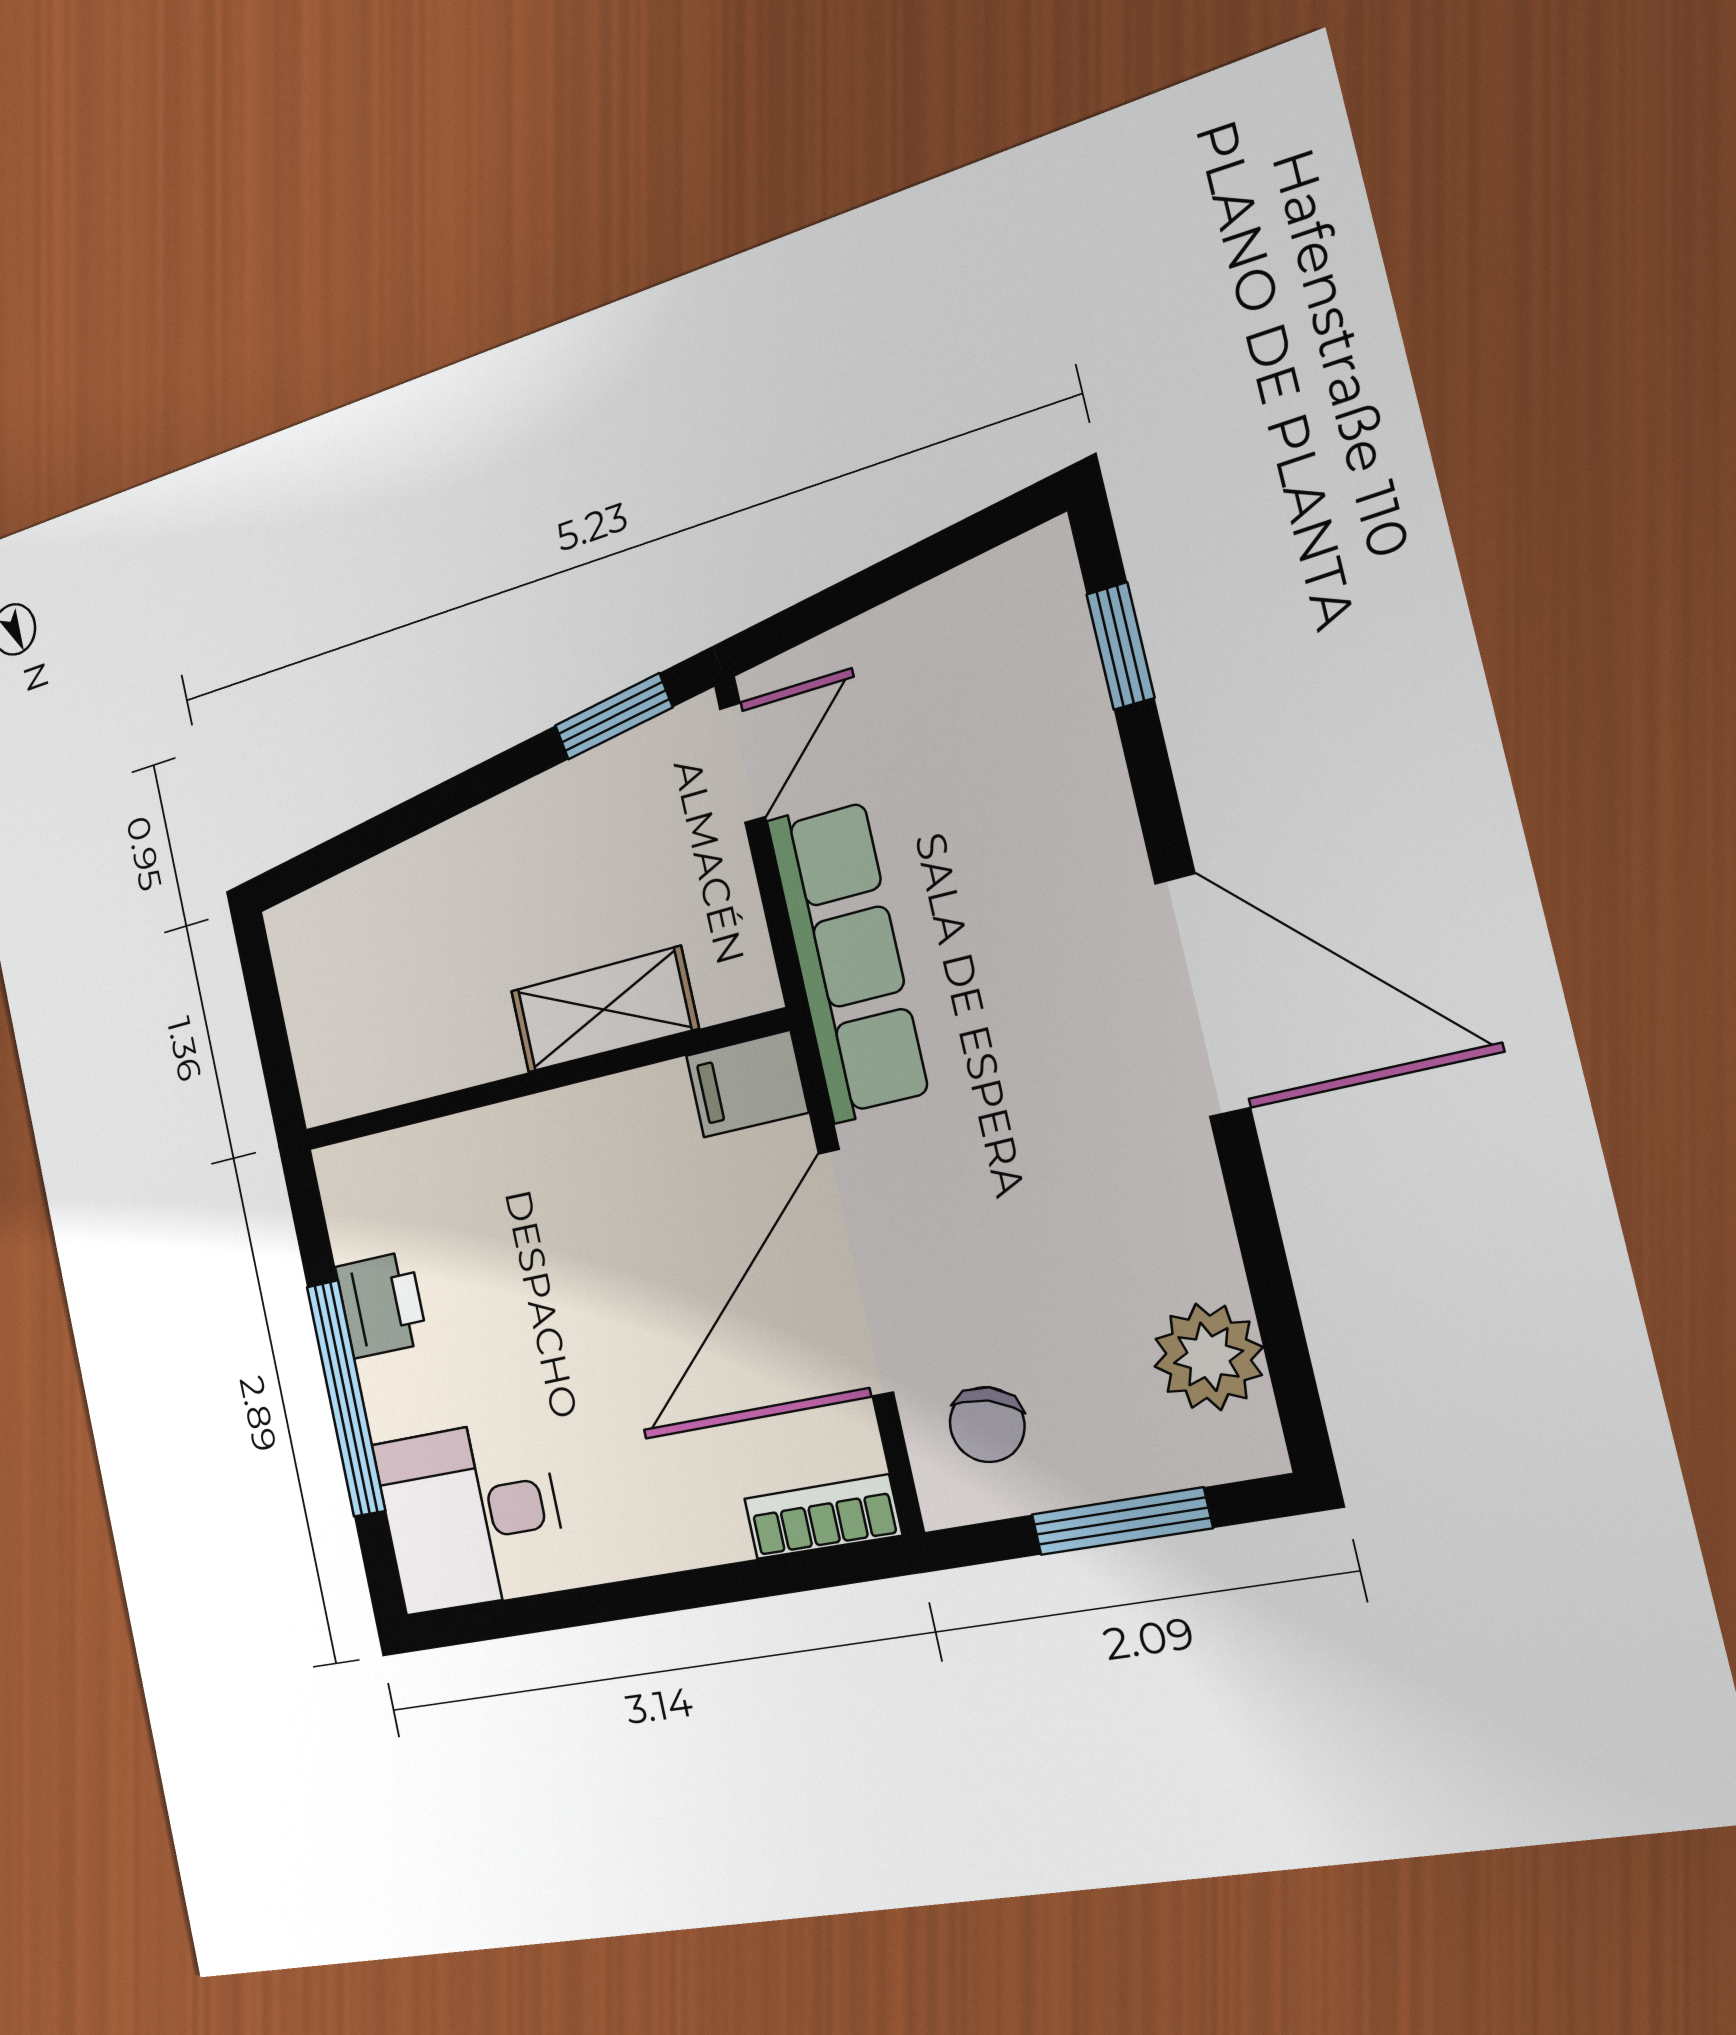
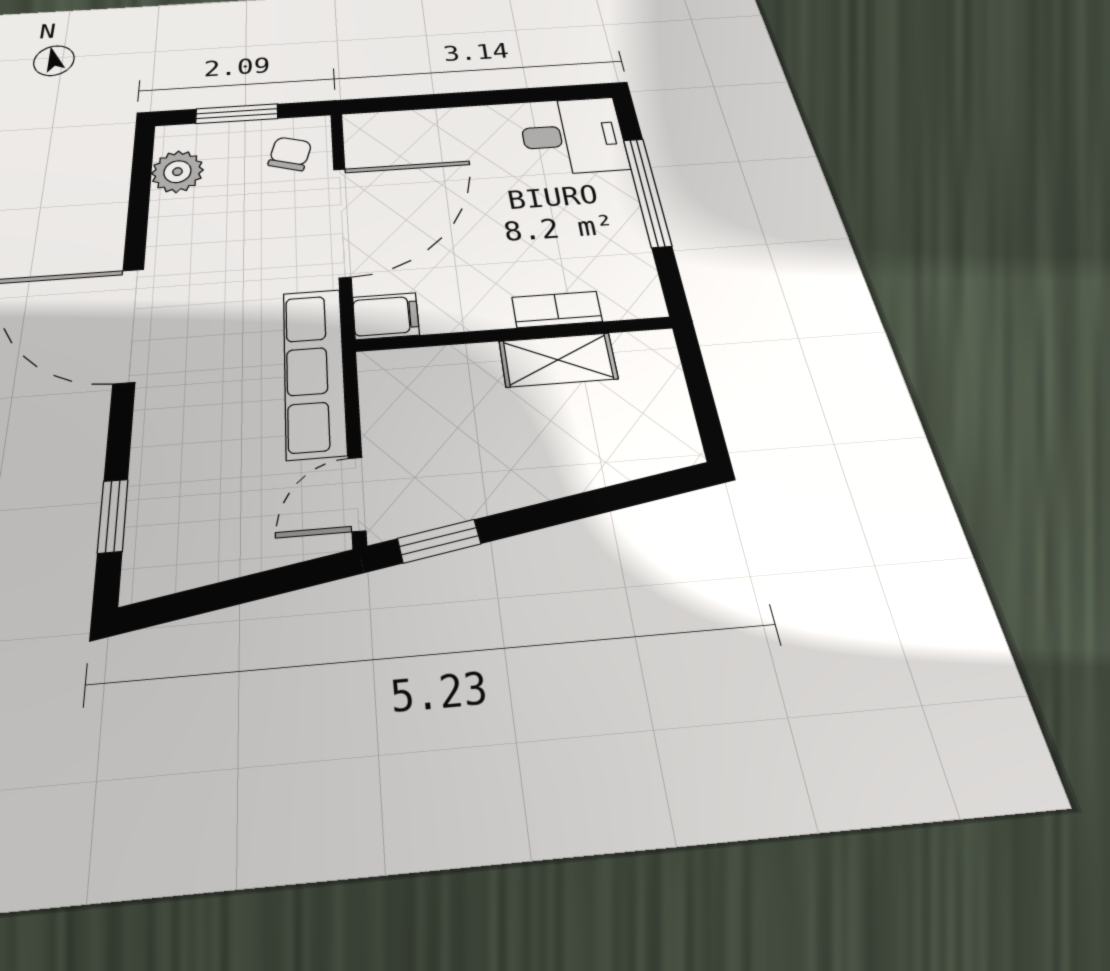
shelving: (604, 1010) -> (558, 360), moved
printer: (381, 1305) -> (623, 233), removed
bookcase: (822, 1517) -> (557, 309), moved, turned 180

